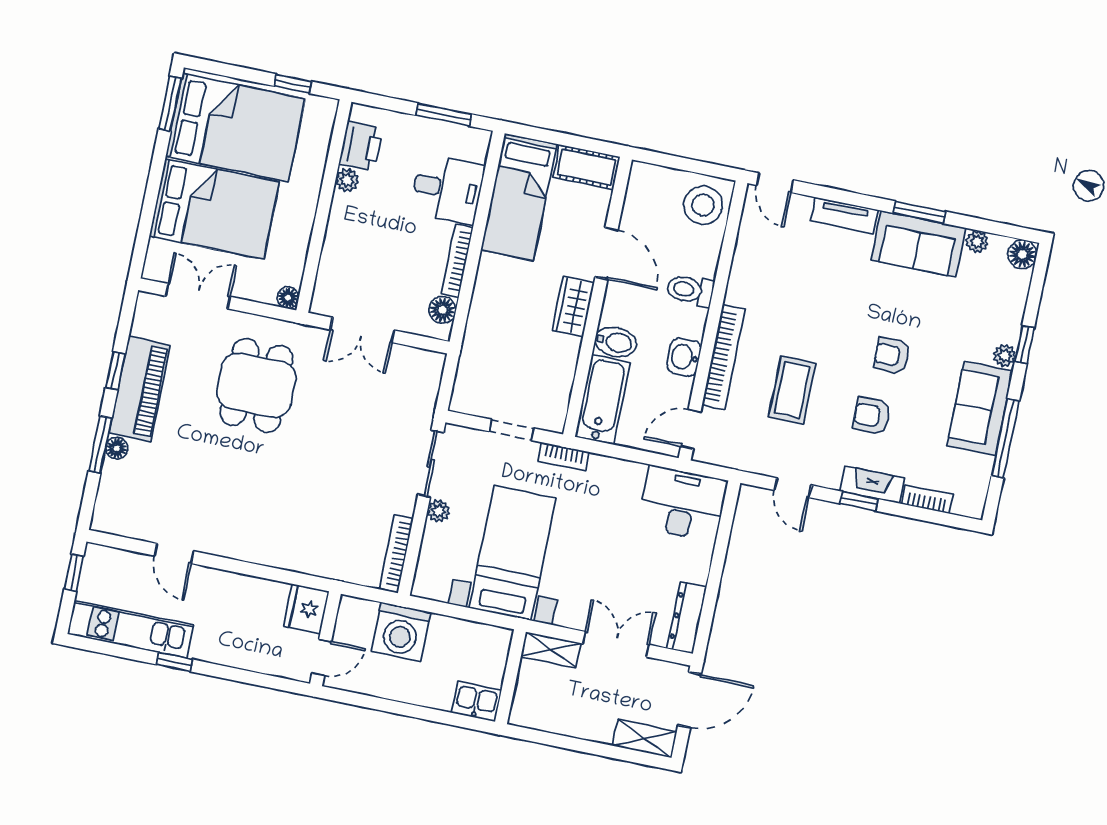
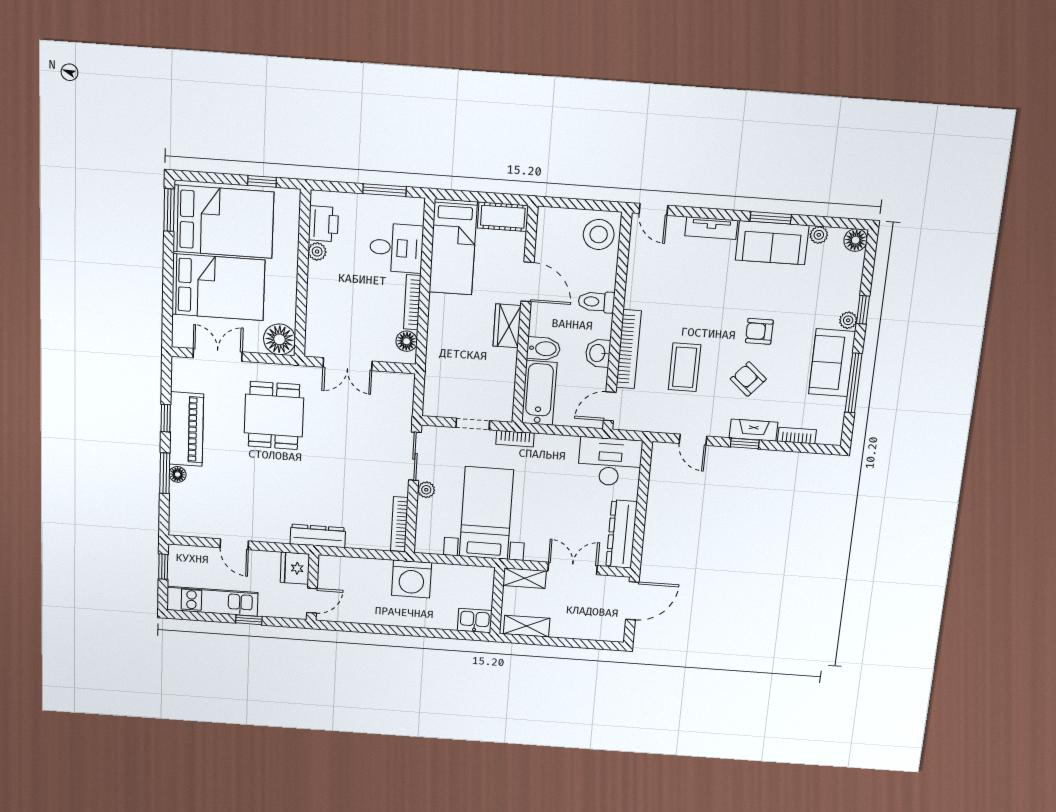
floor lamp: (288, 298) -> (279, 339), width x1.89, depth x1.89
armchair: (872, 416) -> (748, 379), turned 41
dresser: (286, 556) -> (318, 536), added
fridge: (306, 609) -> (295, 568), moved
dresser: (687, 618) -> (622, 534), width x1.37, depth x1.24
wall: (325, 639) -> (313, 587), moved
door: (322, 657) -> (312, 601), moved
shelving: (645, 739) -> (527, 626), moved

